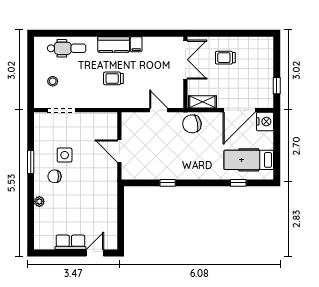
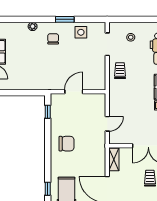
trolley: (113, 78) -> (120, 71), moved
chair: (192, 124) -> (66, 144), moved, turned 101
side table: (65, 155) -> (81, 32), moved
window: (168, 183) -> (48, 112), moved

